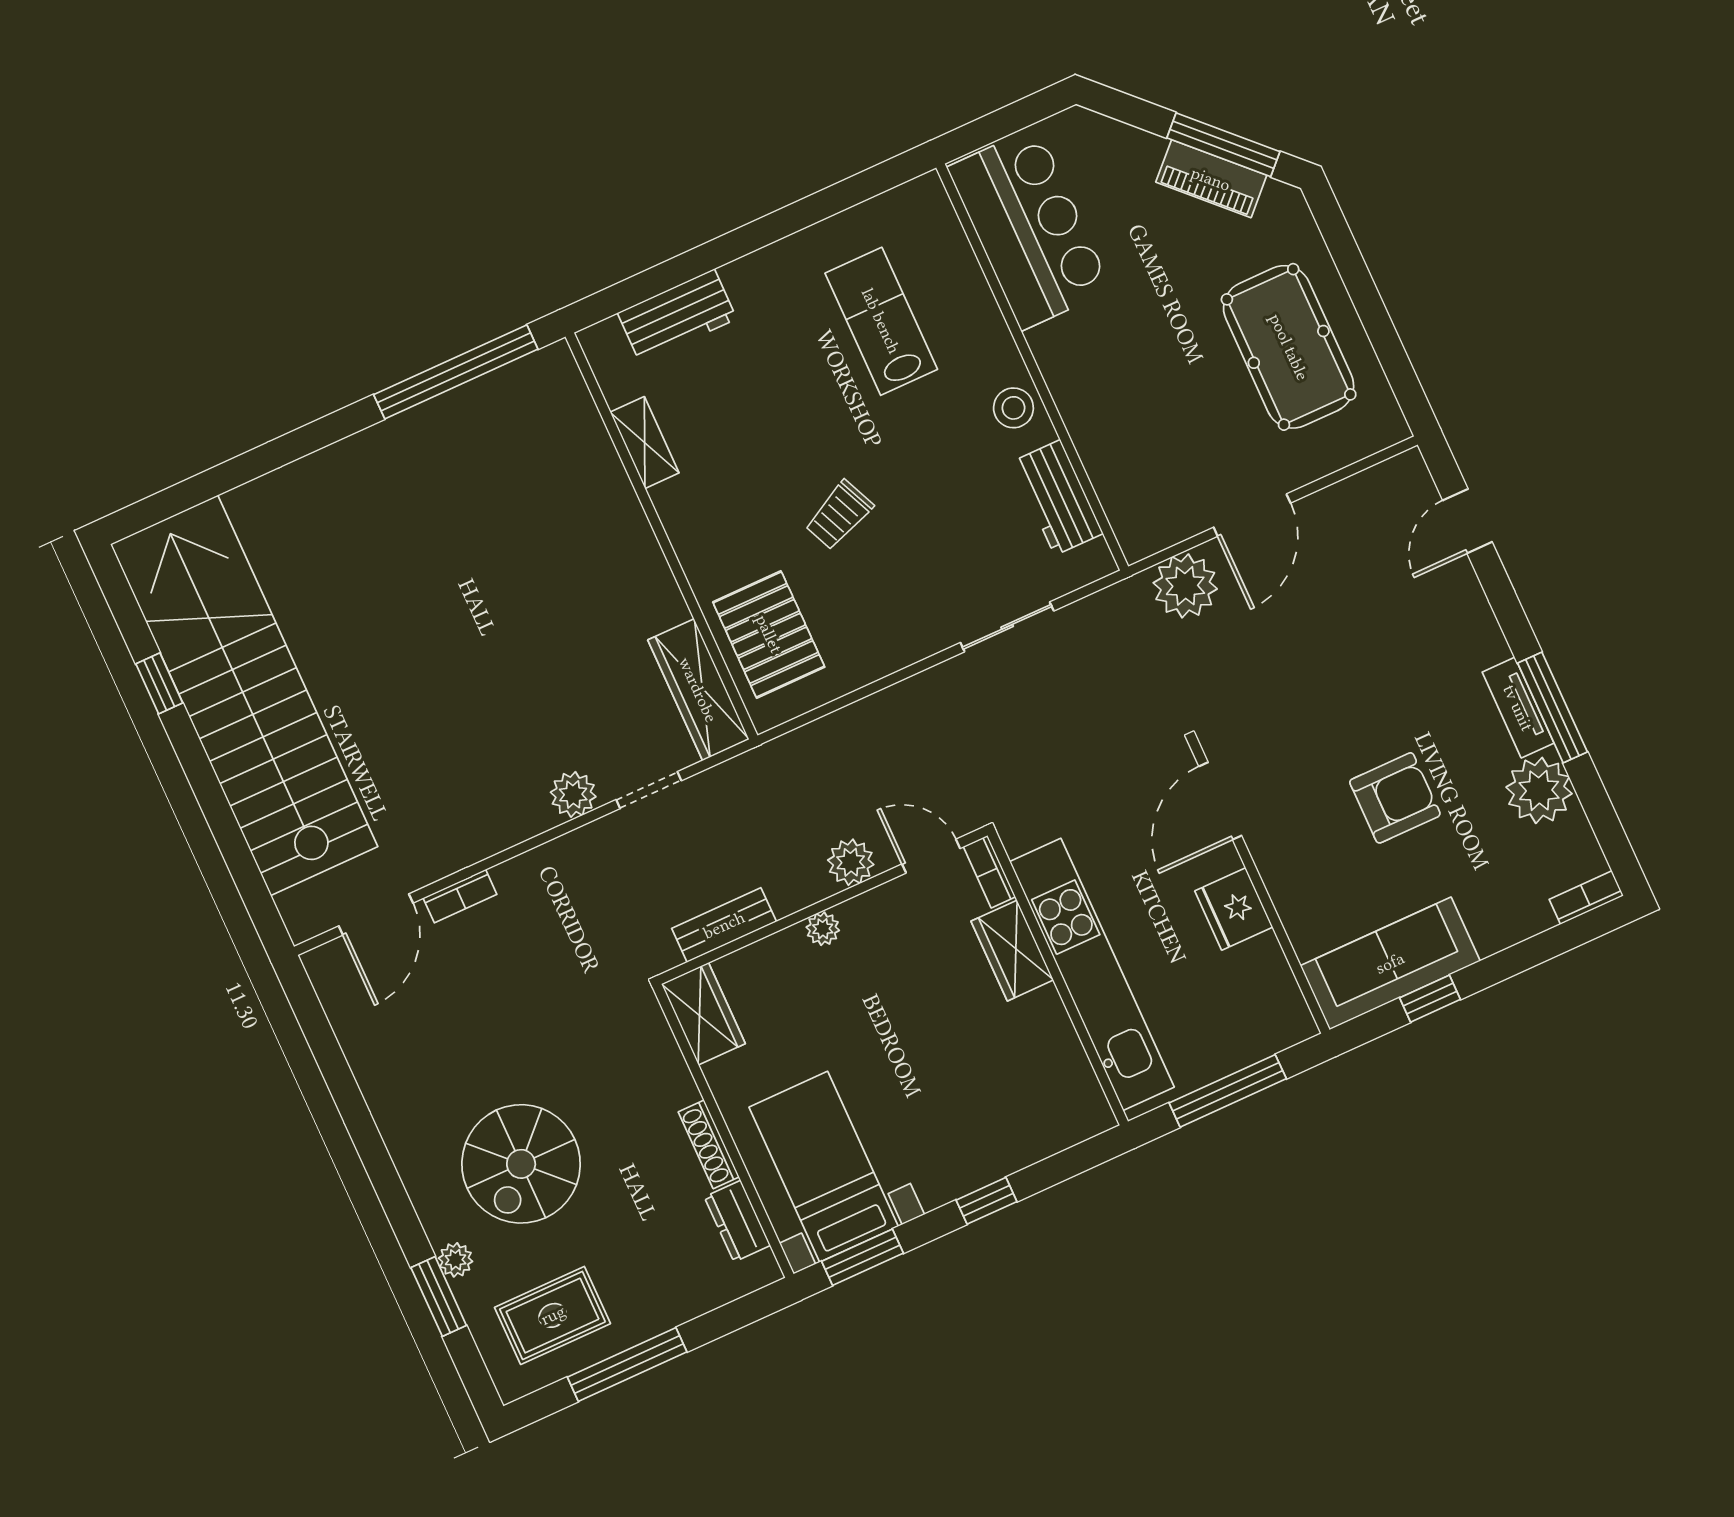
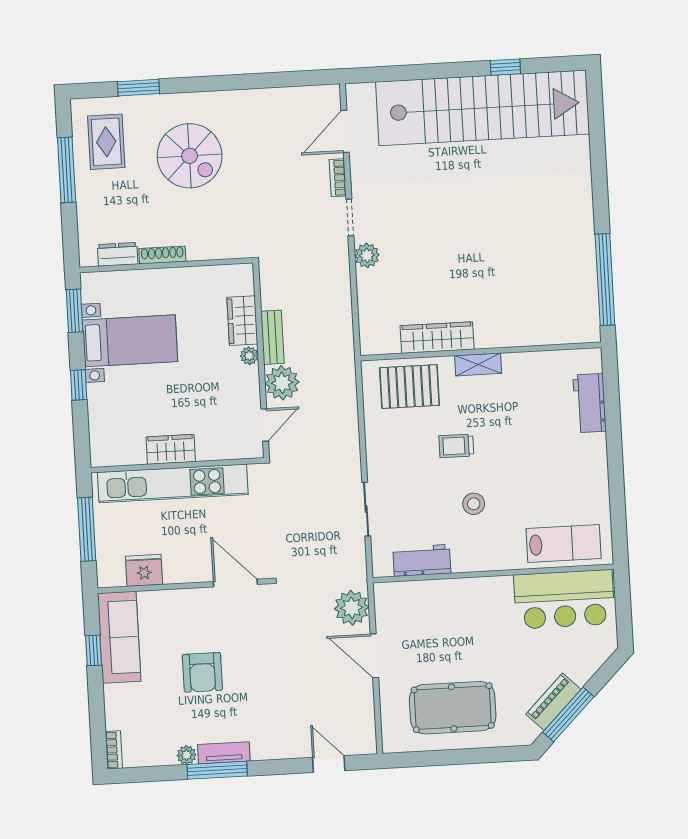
lab bench: (881, 321) -> (564, 544), moved
stool: (1013, 408) -> (474, 504), moved
shelving: (645, 443) -> (478, 364), moved
trolley: (839, 515) -> (456, 446), turned -66
wardrobe: (698, 690) -> (437, 338), moved
doorway: (649, 790) -> (350, 218), moved
plant: (1539, 790) -> (187, 755), width x0.53, depth x0.53
plant: (851, 862) -> (282, 383), width x1.36, depth x1.36
bookcase: (989, 872) -> (245, 452), removed
fridge: (1234, 909) -> (144, 570), moved
door: (376, 914) -> (345, 131), hinge flipped
bench: (724, 925) -> (272, 337), moved
wardrobe: (1012, 951) -> (171, 449), moved
wardrobe: (703, 1014) -> (242, 321), moved, turned 90
spiral stairs: (521, 1164) -> (190, 156), turned 180
bed with nightstands: (824, 1167) -> (130, 341), moved
plant: (455, 1260) -> (154, 103), removed

